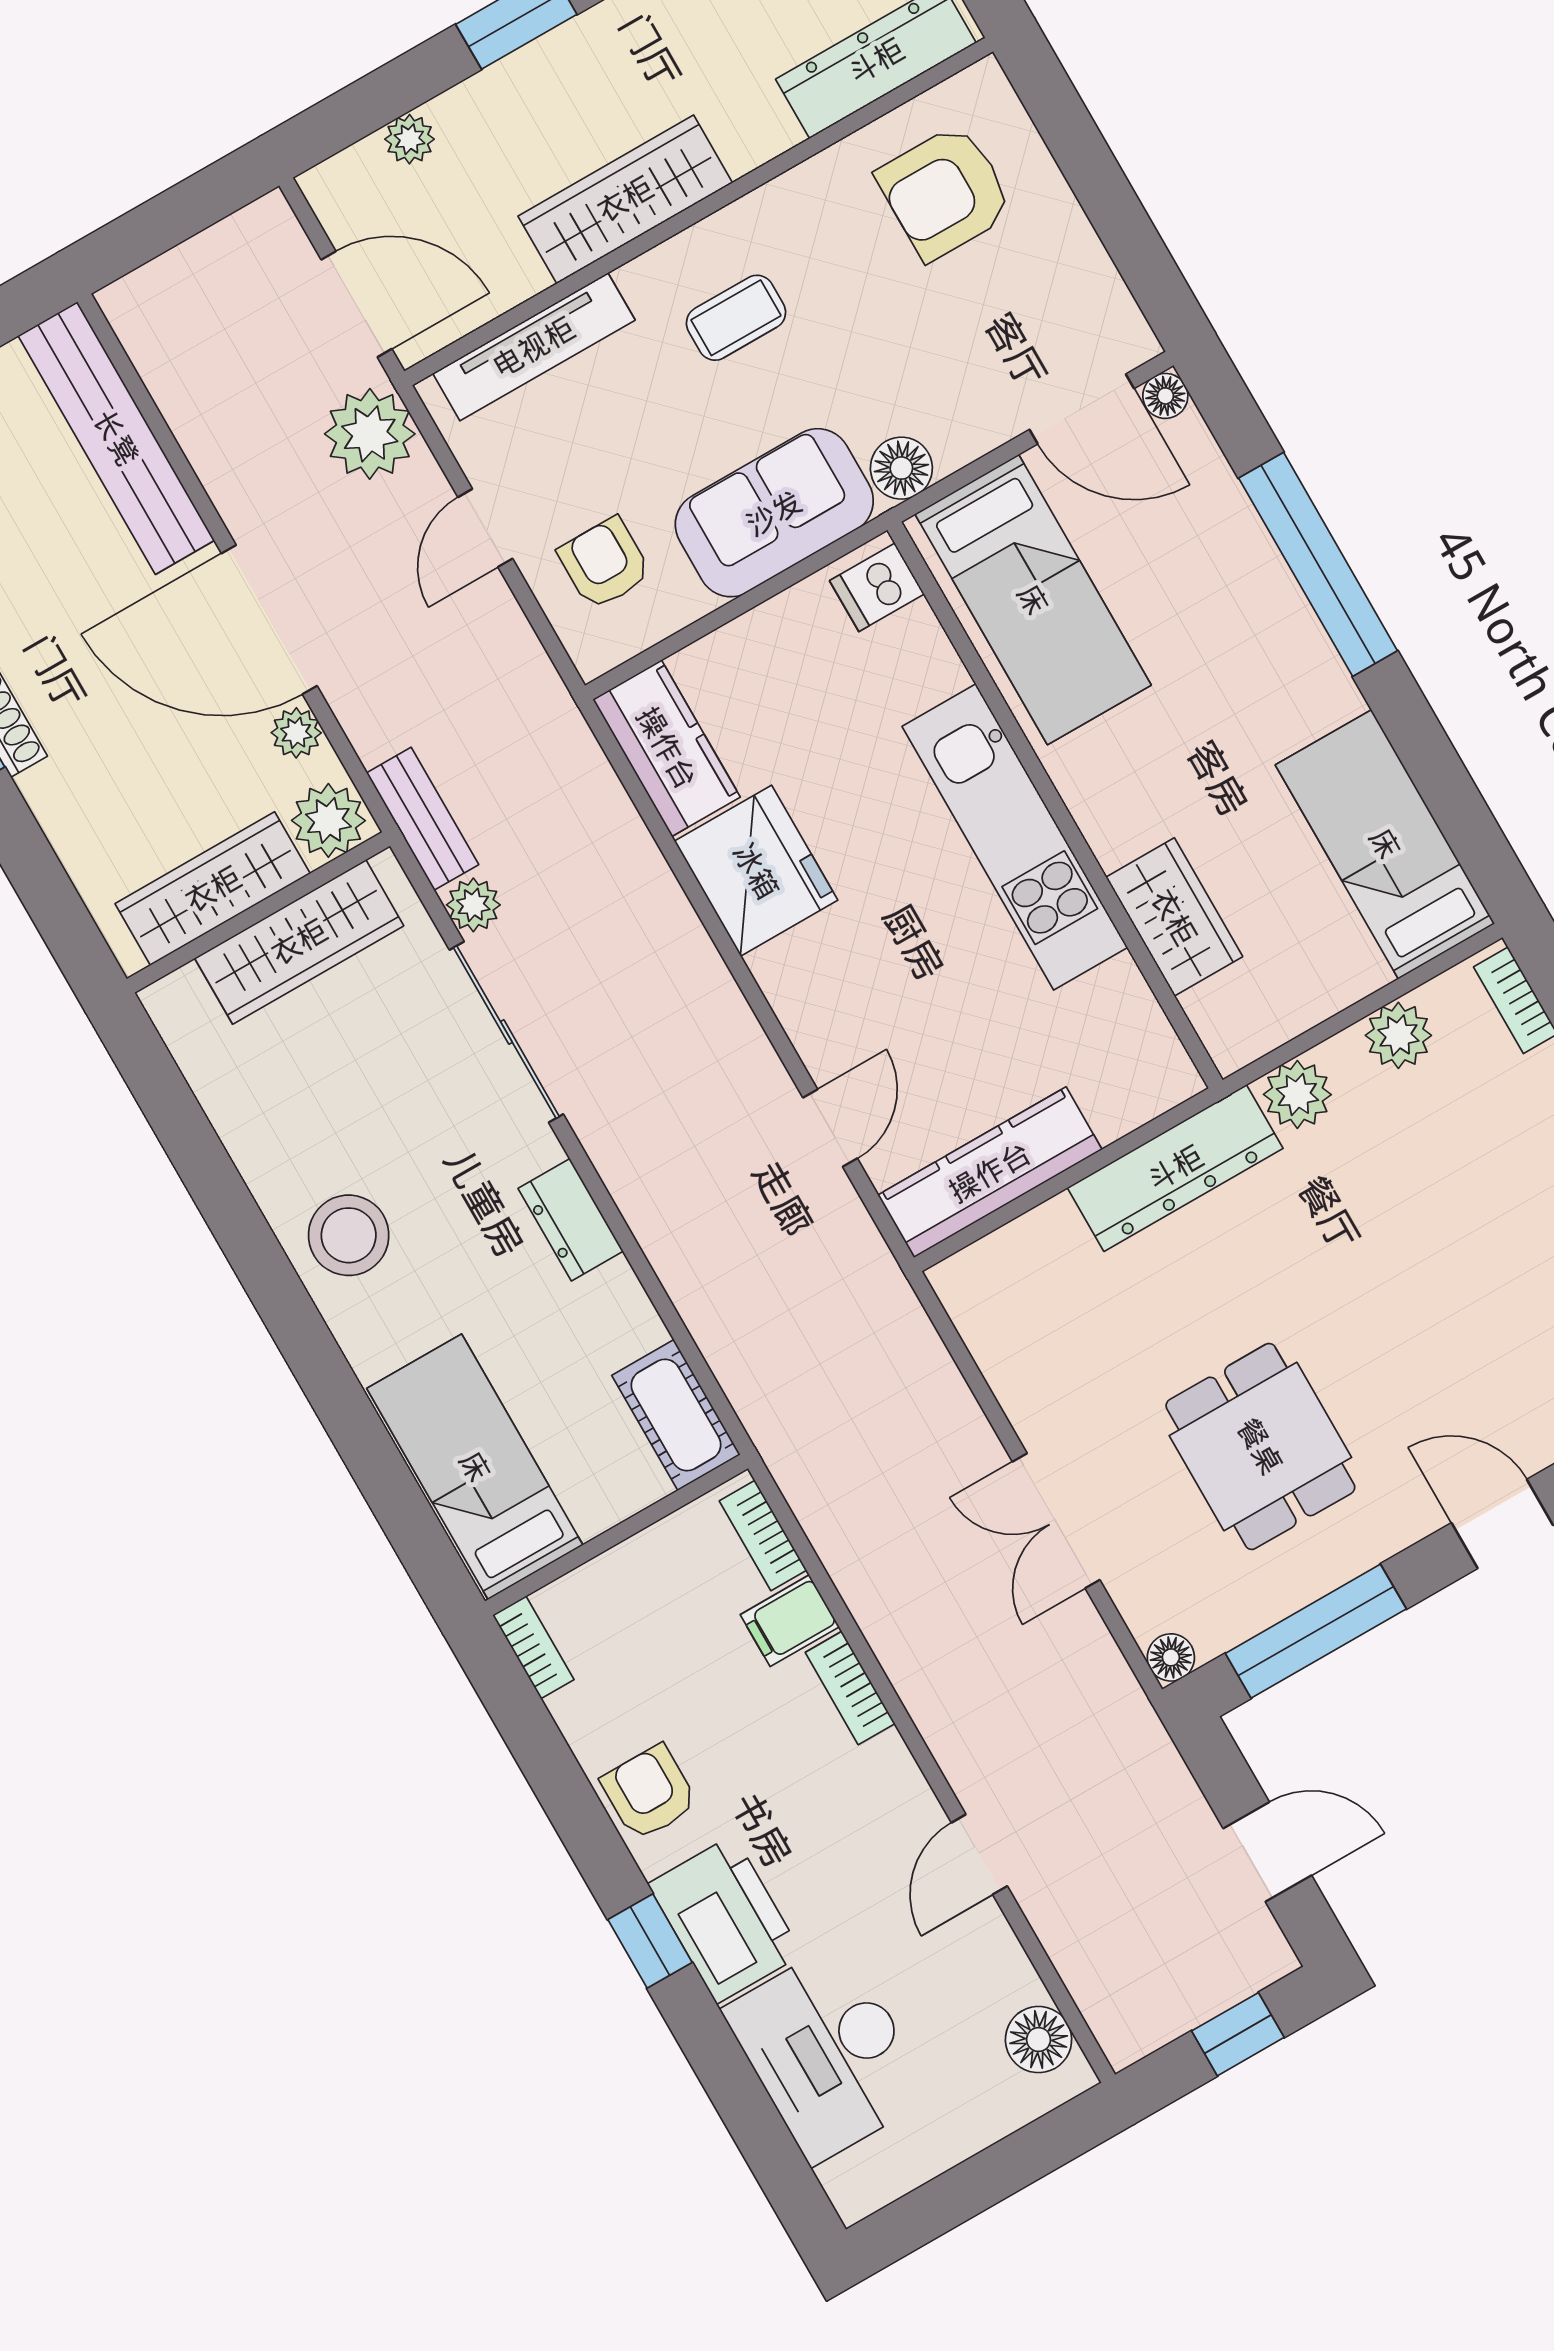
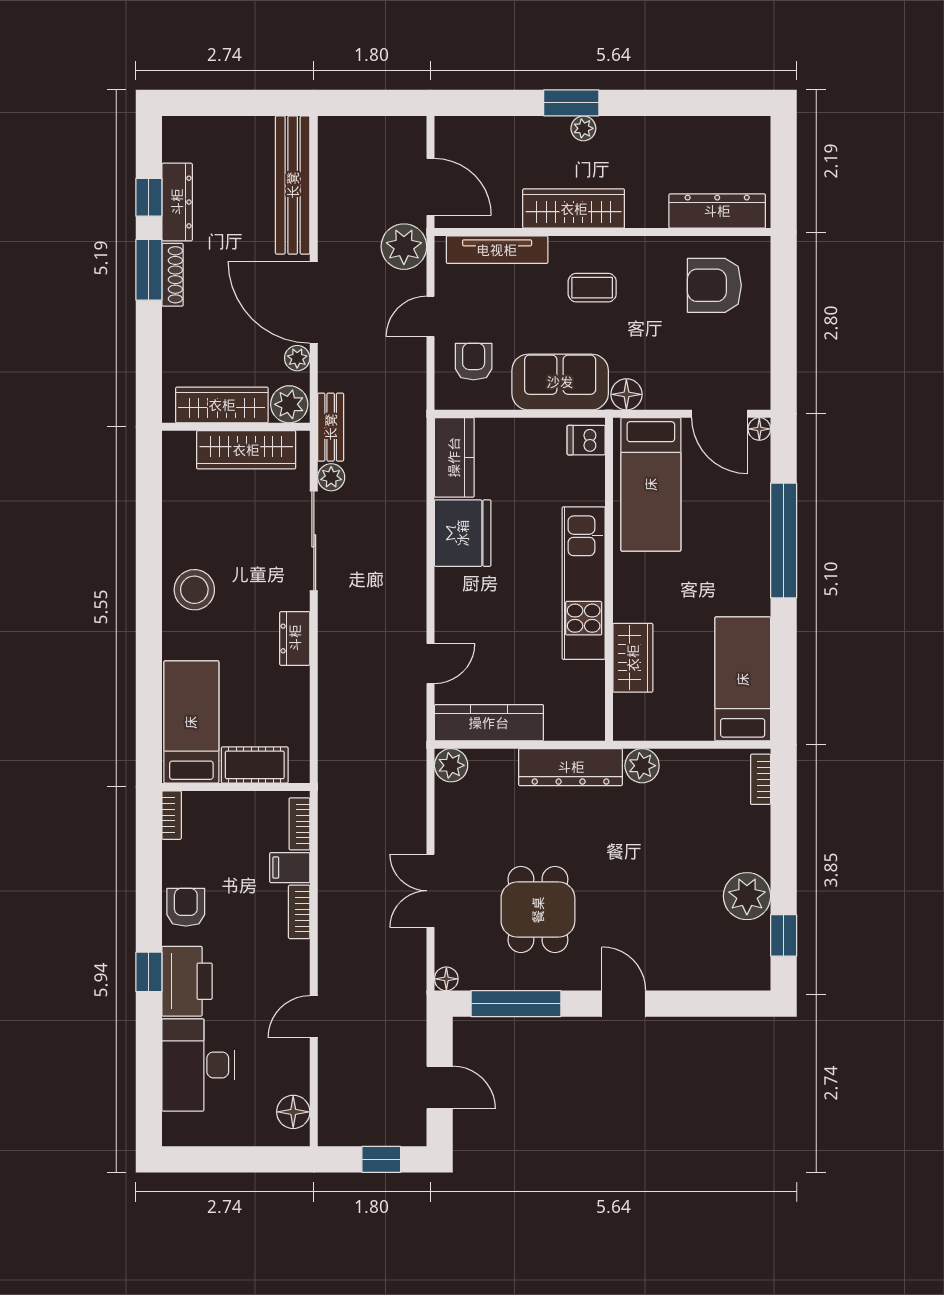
plant: (410, 139) -> (583, 128), moved
plant: (1398, 1035) -> (451, 765), moved
cot: (676, 1415) -> (255, 765), moved, turned 90

